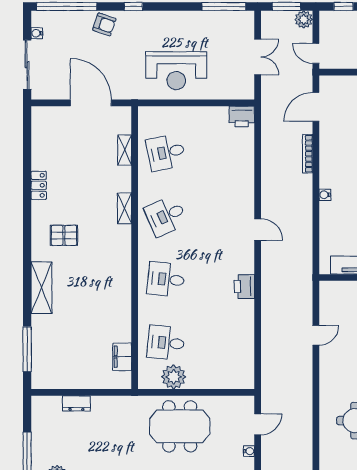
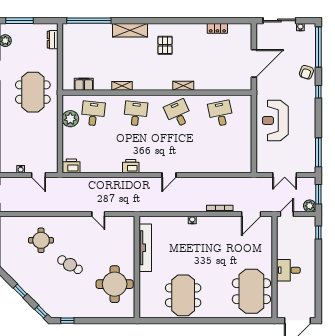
door: (316, 107) -> (251, 214), swing flipped
printer: (242, 116) -> (71, 166), moved, turned 90
shelving: (125, 150) -> (122, 86), moved
locker: (39, 185) -> (217, 28), moved
window: (27, 349) -> (89, 21), width x1.46
dresser: (76, 403) -> (53, 40), moved
meeting table: (180, 426) -> (33, 92), moved

